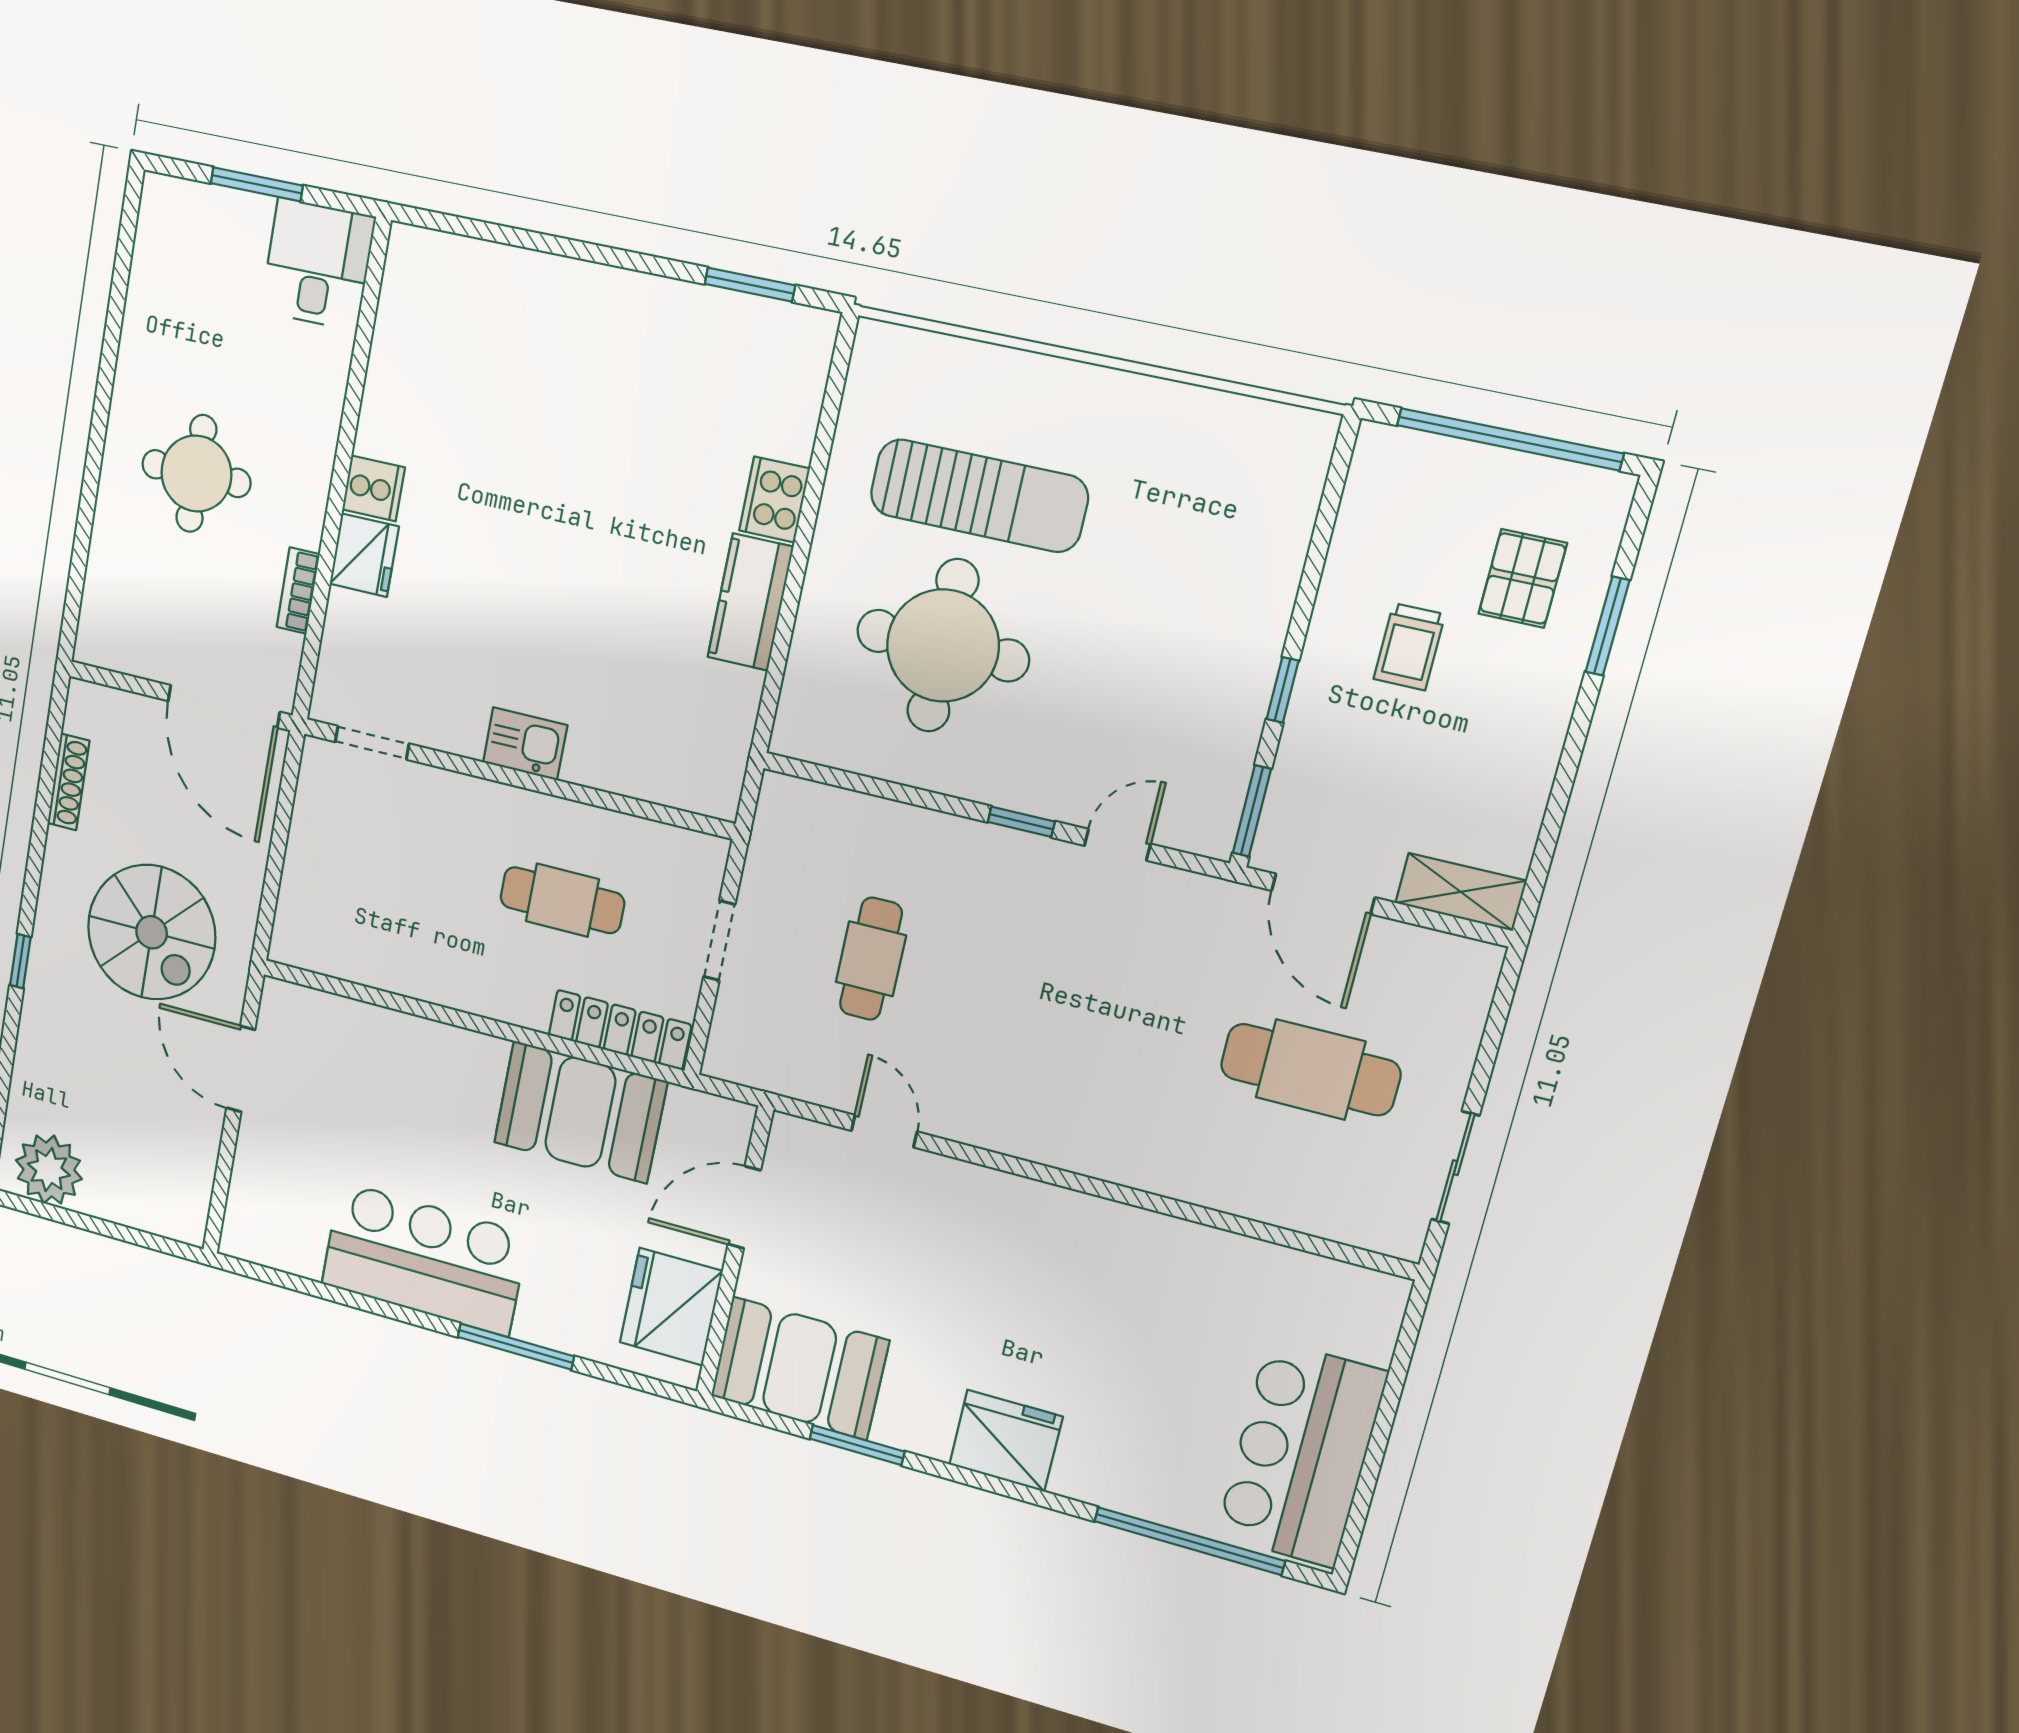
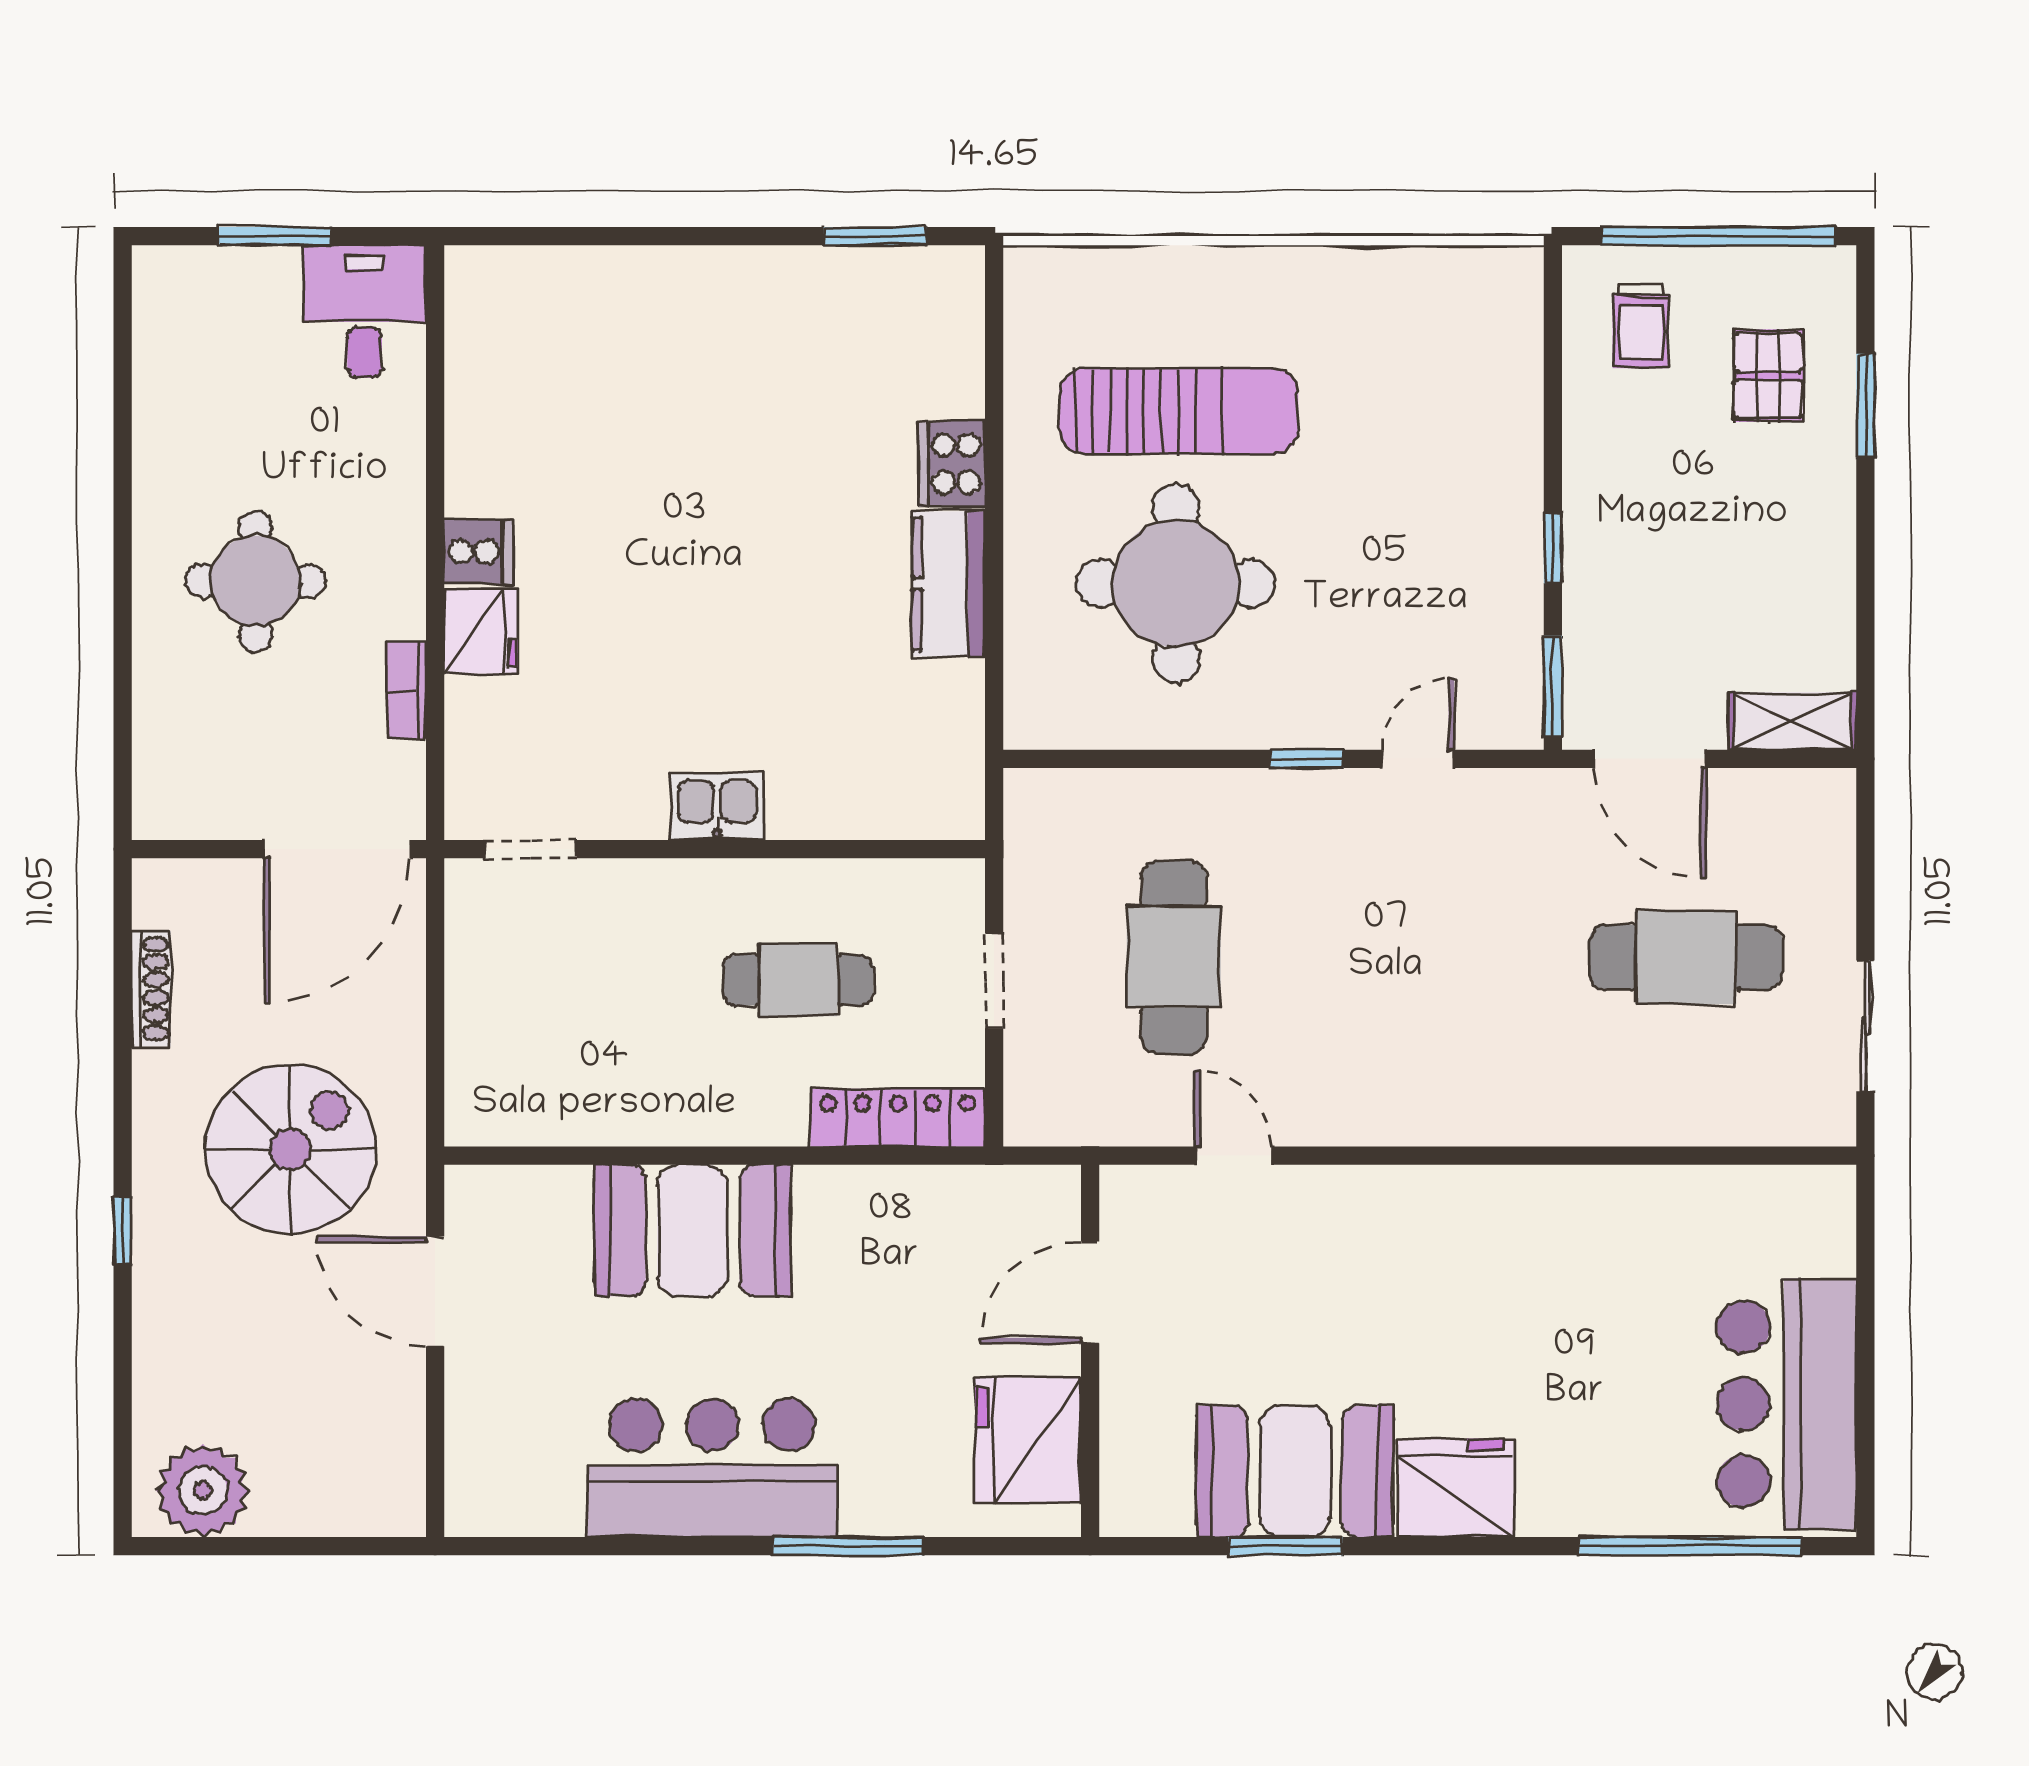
trolley: (1409, 647) -> (1641, 326), moved
door: (224, 706) -> (337, 849), hinge flipped
spiral stairs: (152, 932) -> (290, 1149), turned -90
cafe table: (871, 959) -> (1174, 957), width x1.37, depth x1.35
booth: (580, 1112) -> (693, 1230), moved
booth: (800, 1368) -> (1295, 1471), moved

